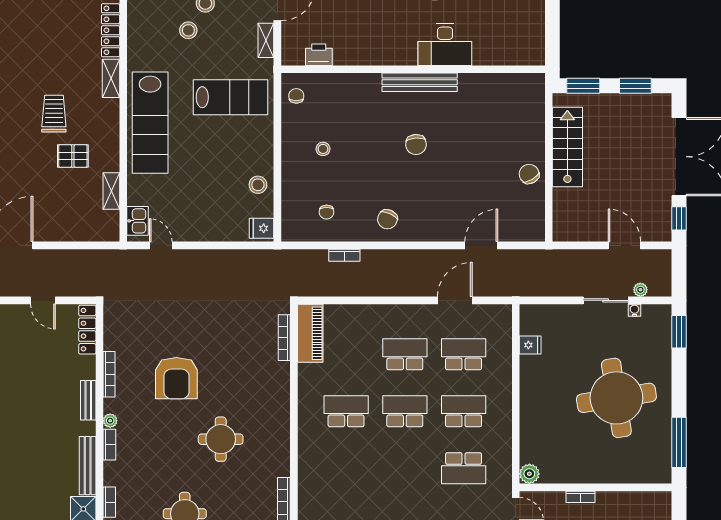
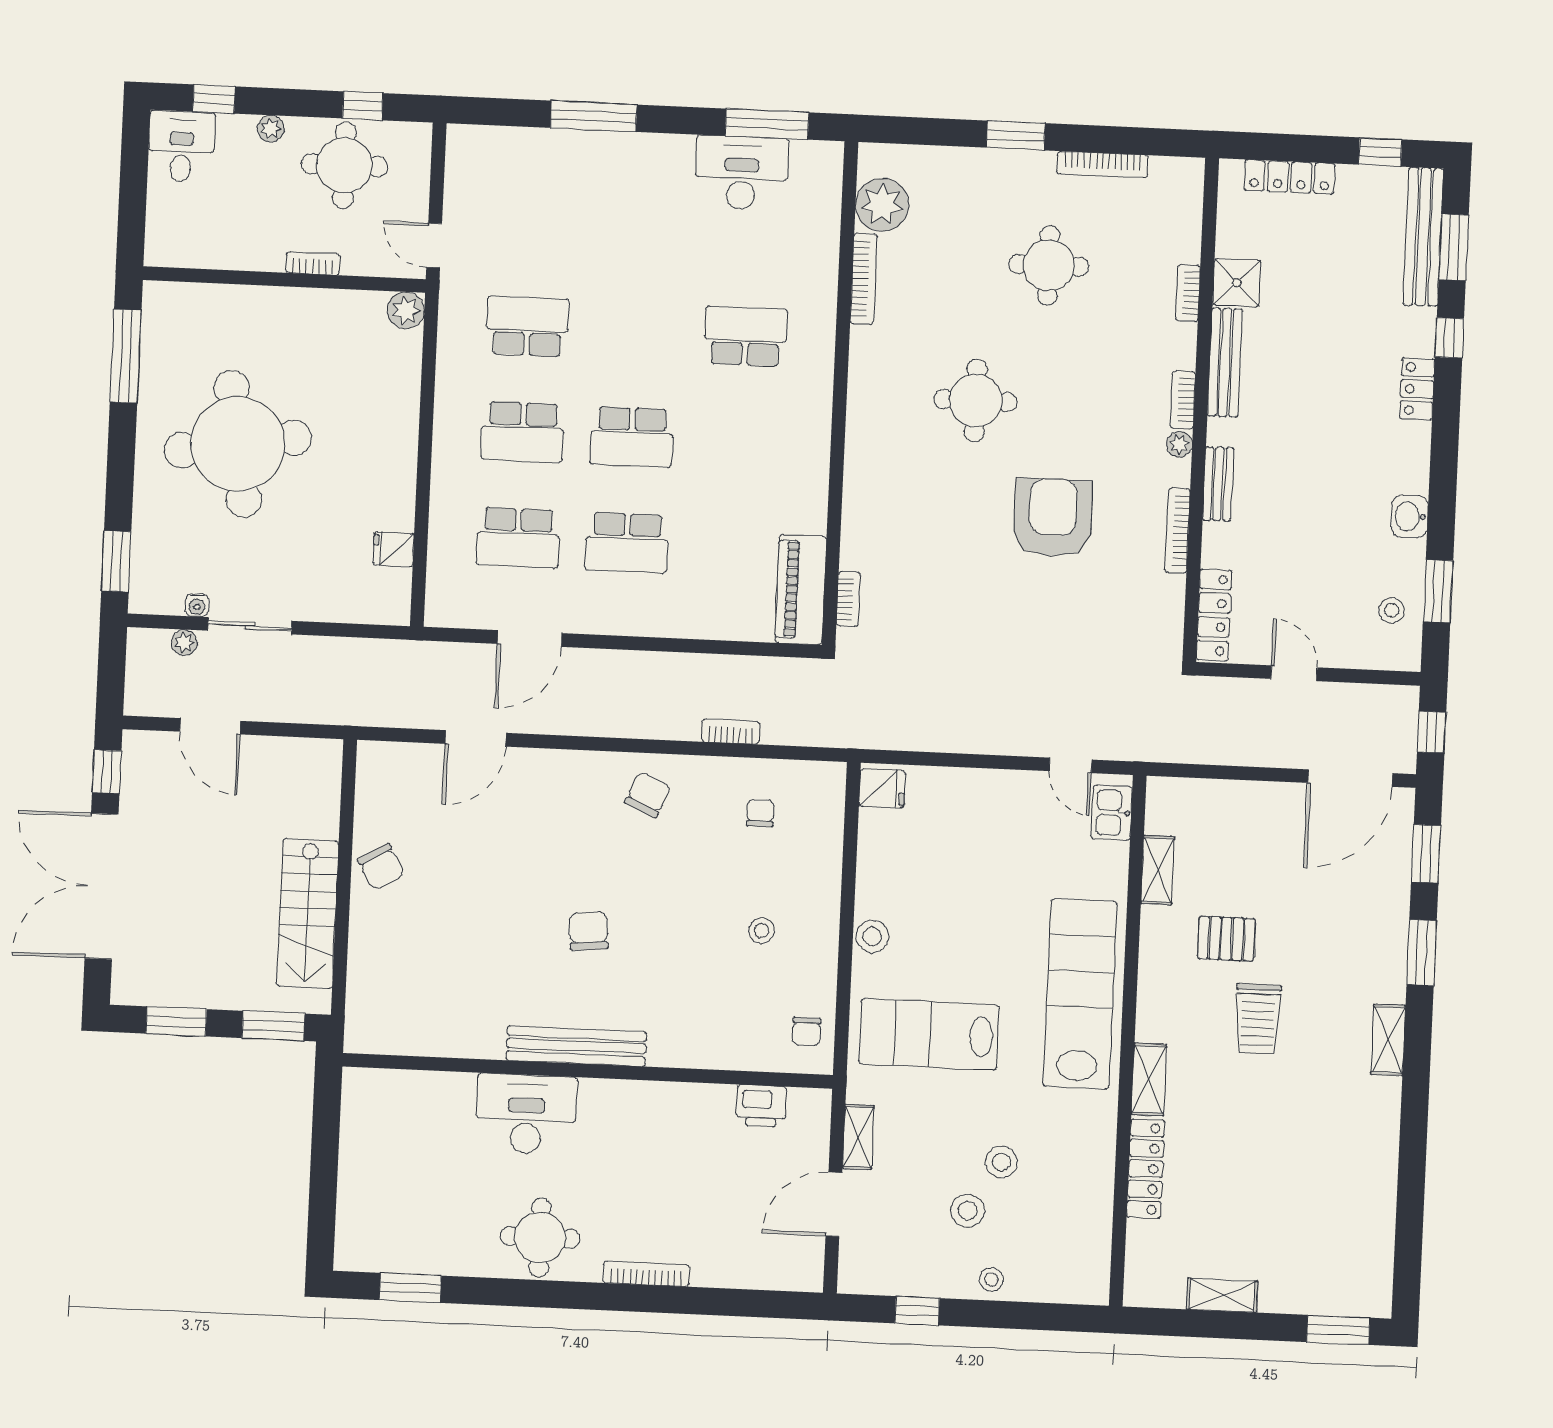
stool: (258, 185) -> (872, 936), moved
bookcase: (284, 338) -> (848, 599), width x0.64
school desk: (346, 411) -> (746, 336), moved, turned 180

